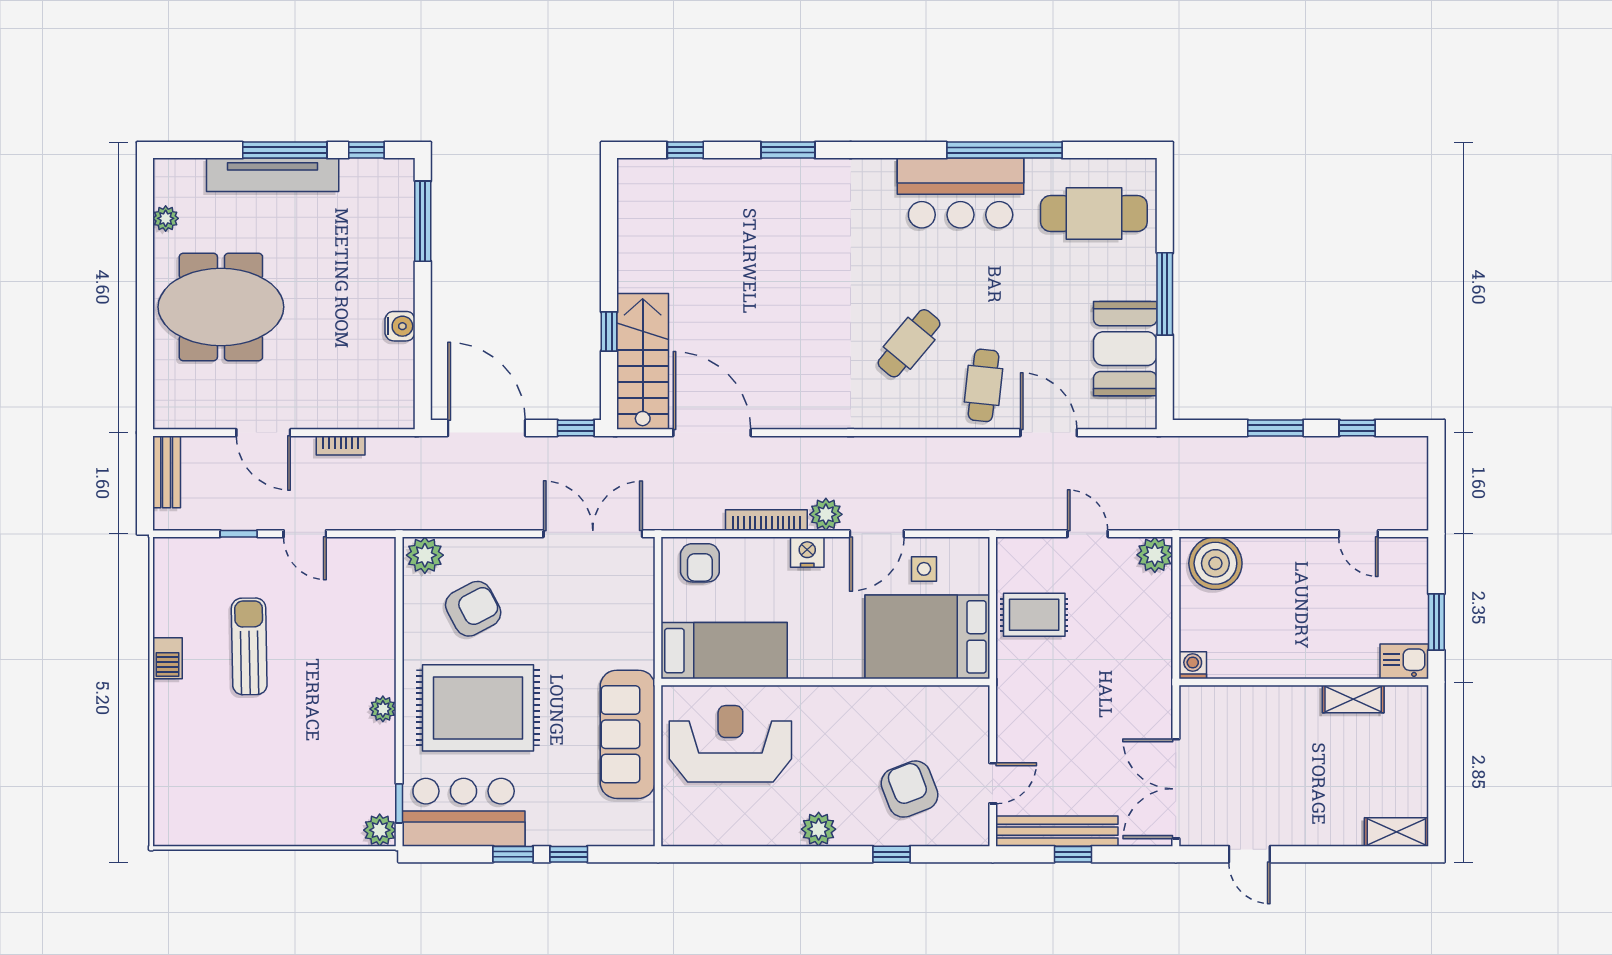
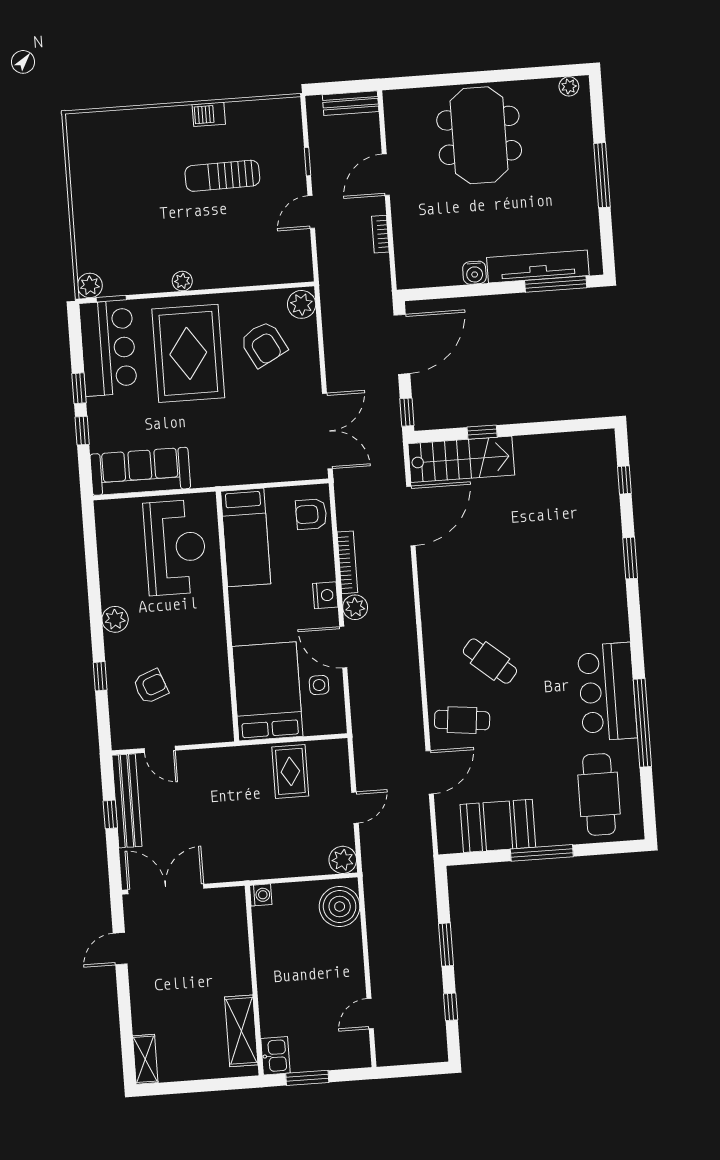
window: (366, 150) -> (607, 237), removed
tv unit: (273, 175) -> (538, 266), moved, turned 90
plant: (166, 218) -> (569, 86), moved
sun lounger: (249, 646) -> (222, 176), turned 180
shelving: (1353, 699) -> (241, 1031), width x1.50, depth x1.33
sofa: (628, 734) -> (140, 471), moved
armchair: (910, 789) -> (151, 686), width x0.72, depth x0.72

